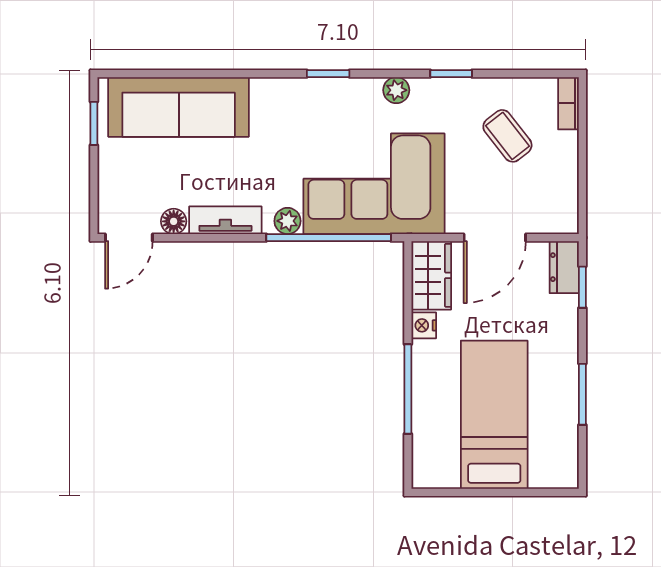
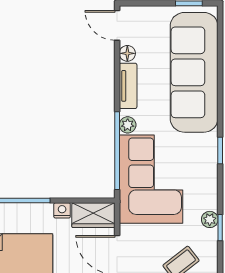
plant: (396, 90) -> (210, 219), moved
sofa: (179, 107) -> (194, 72), width x1.36, depth x1.27

